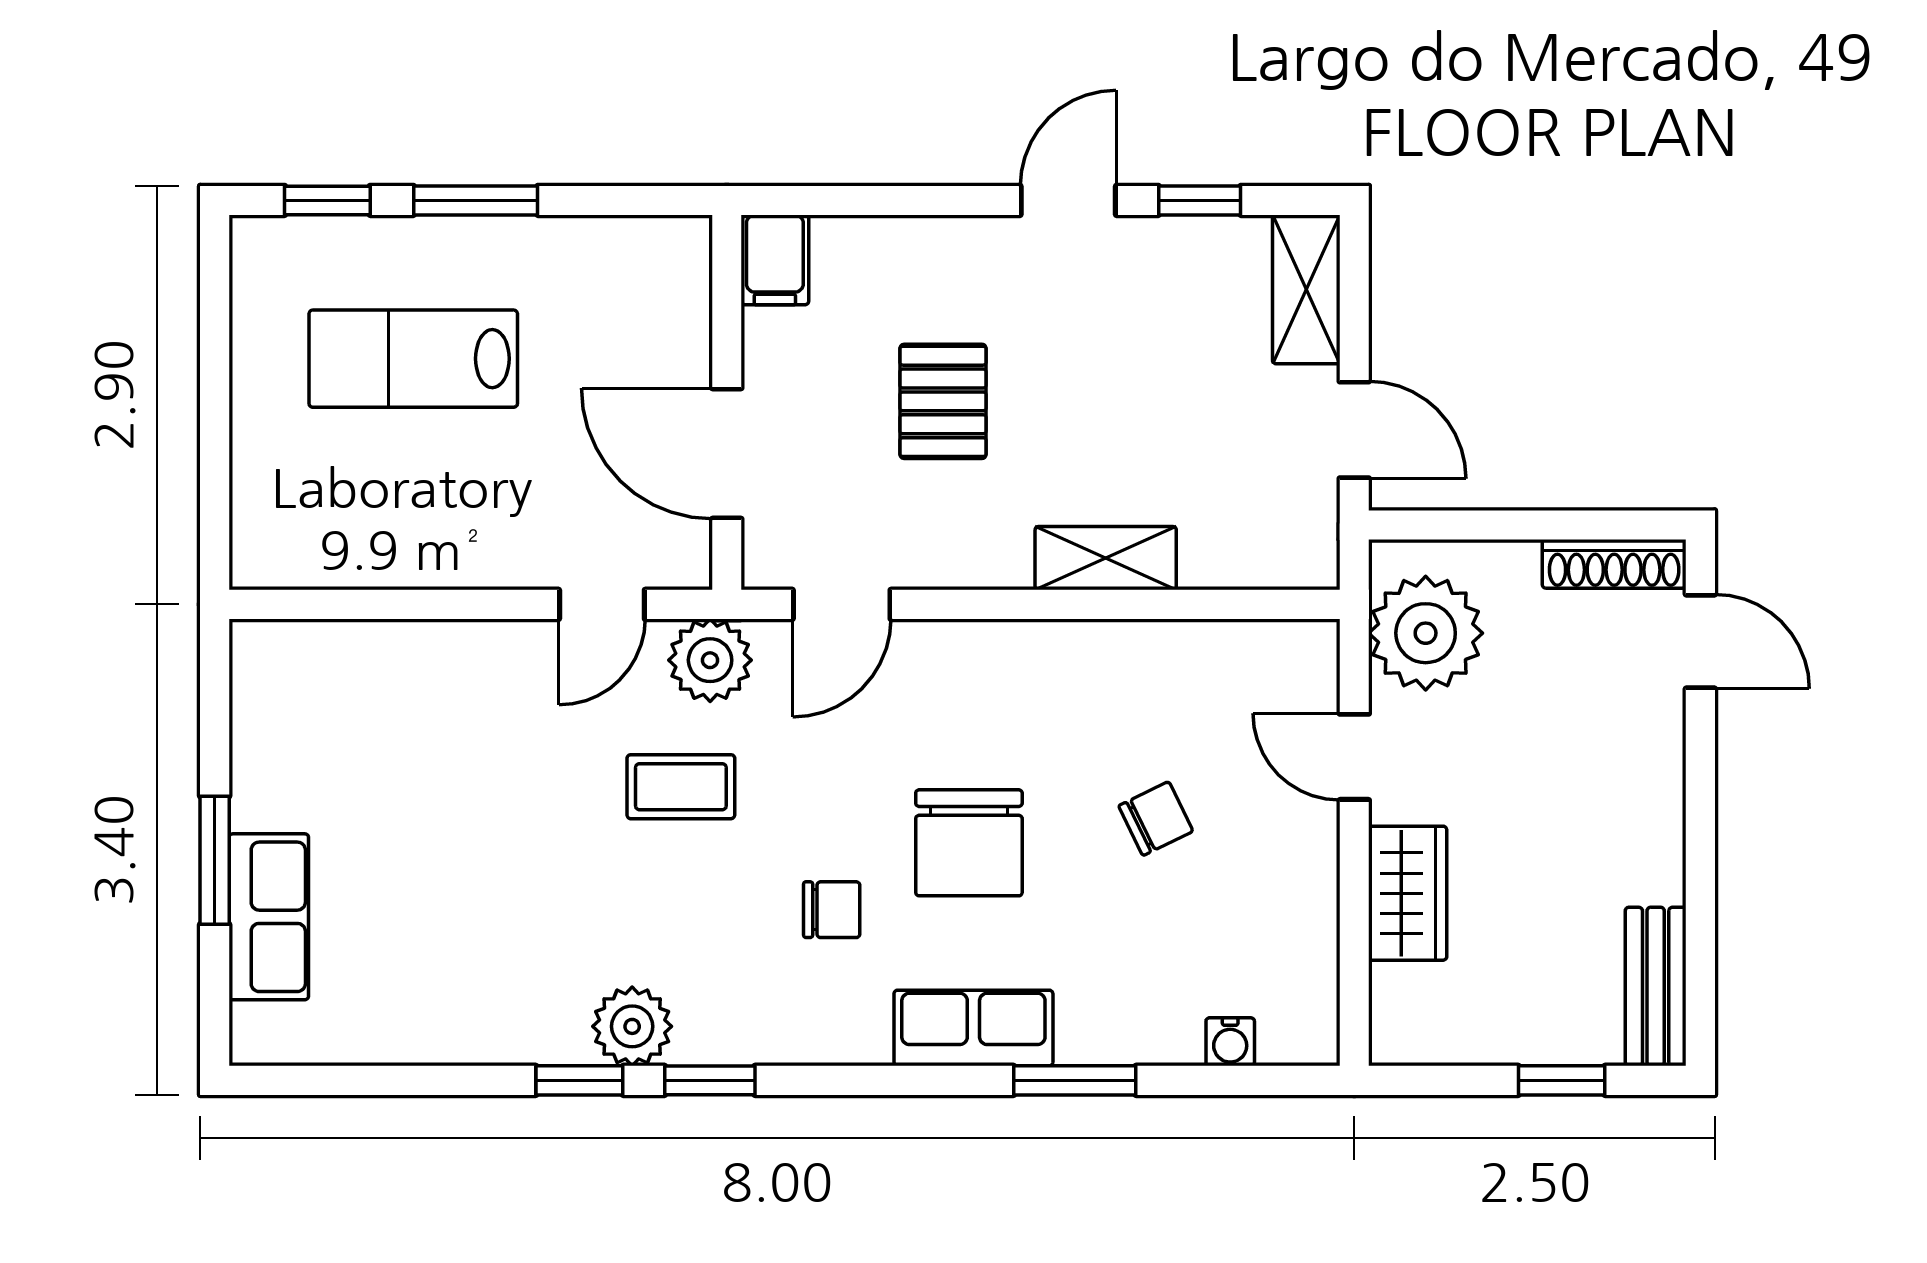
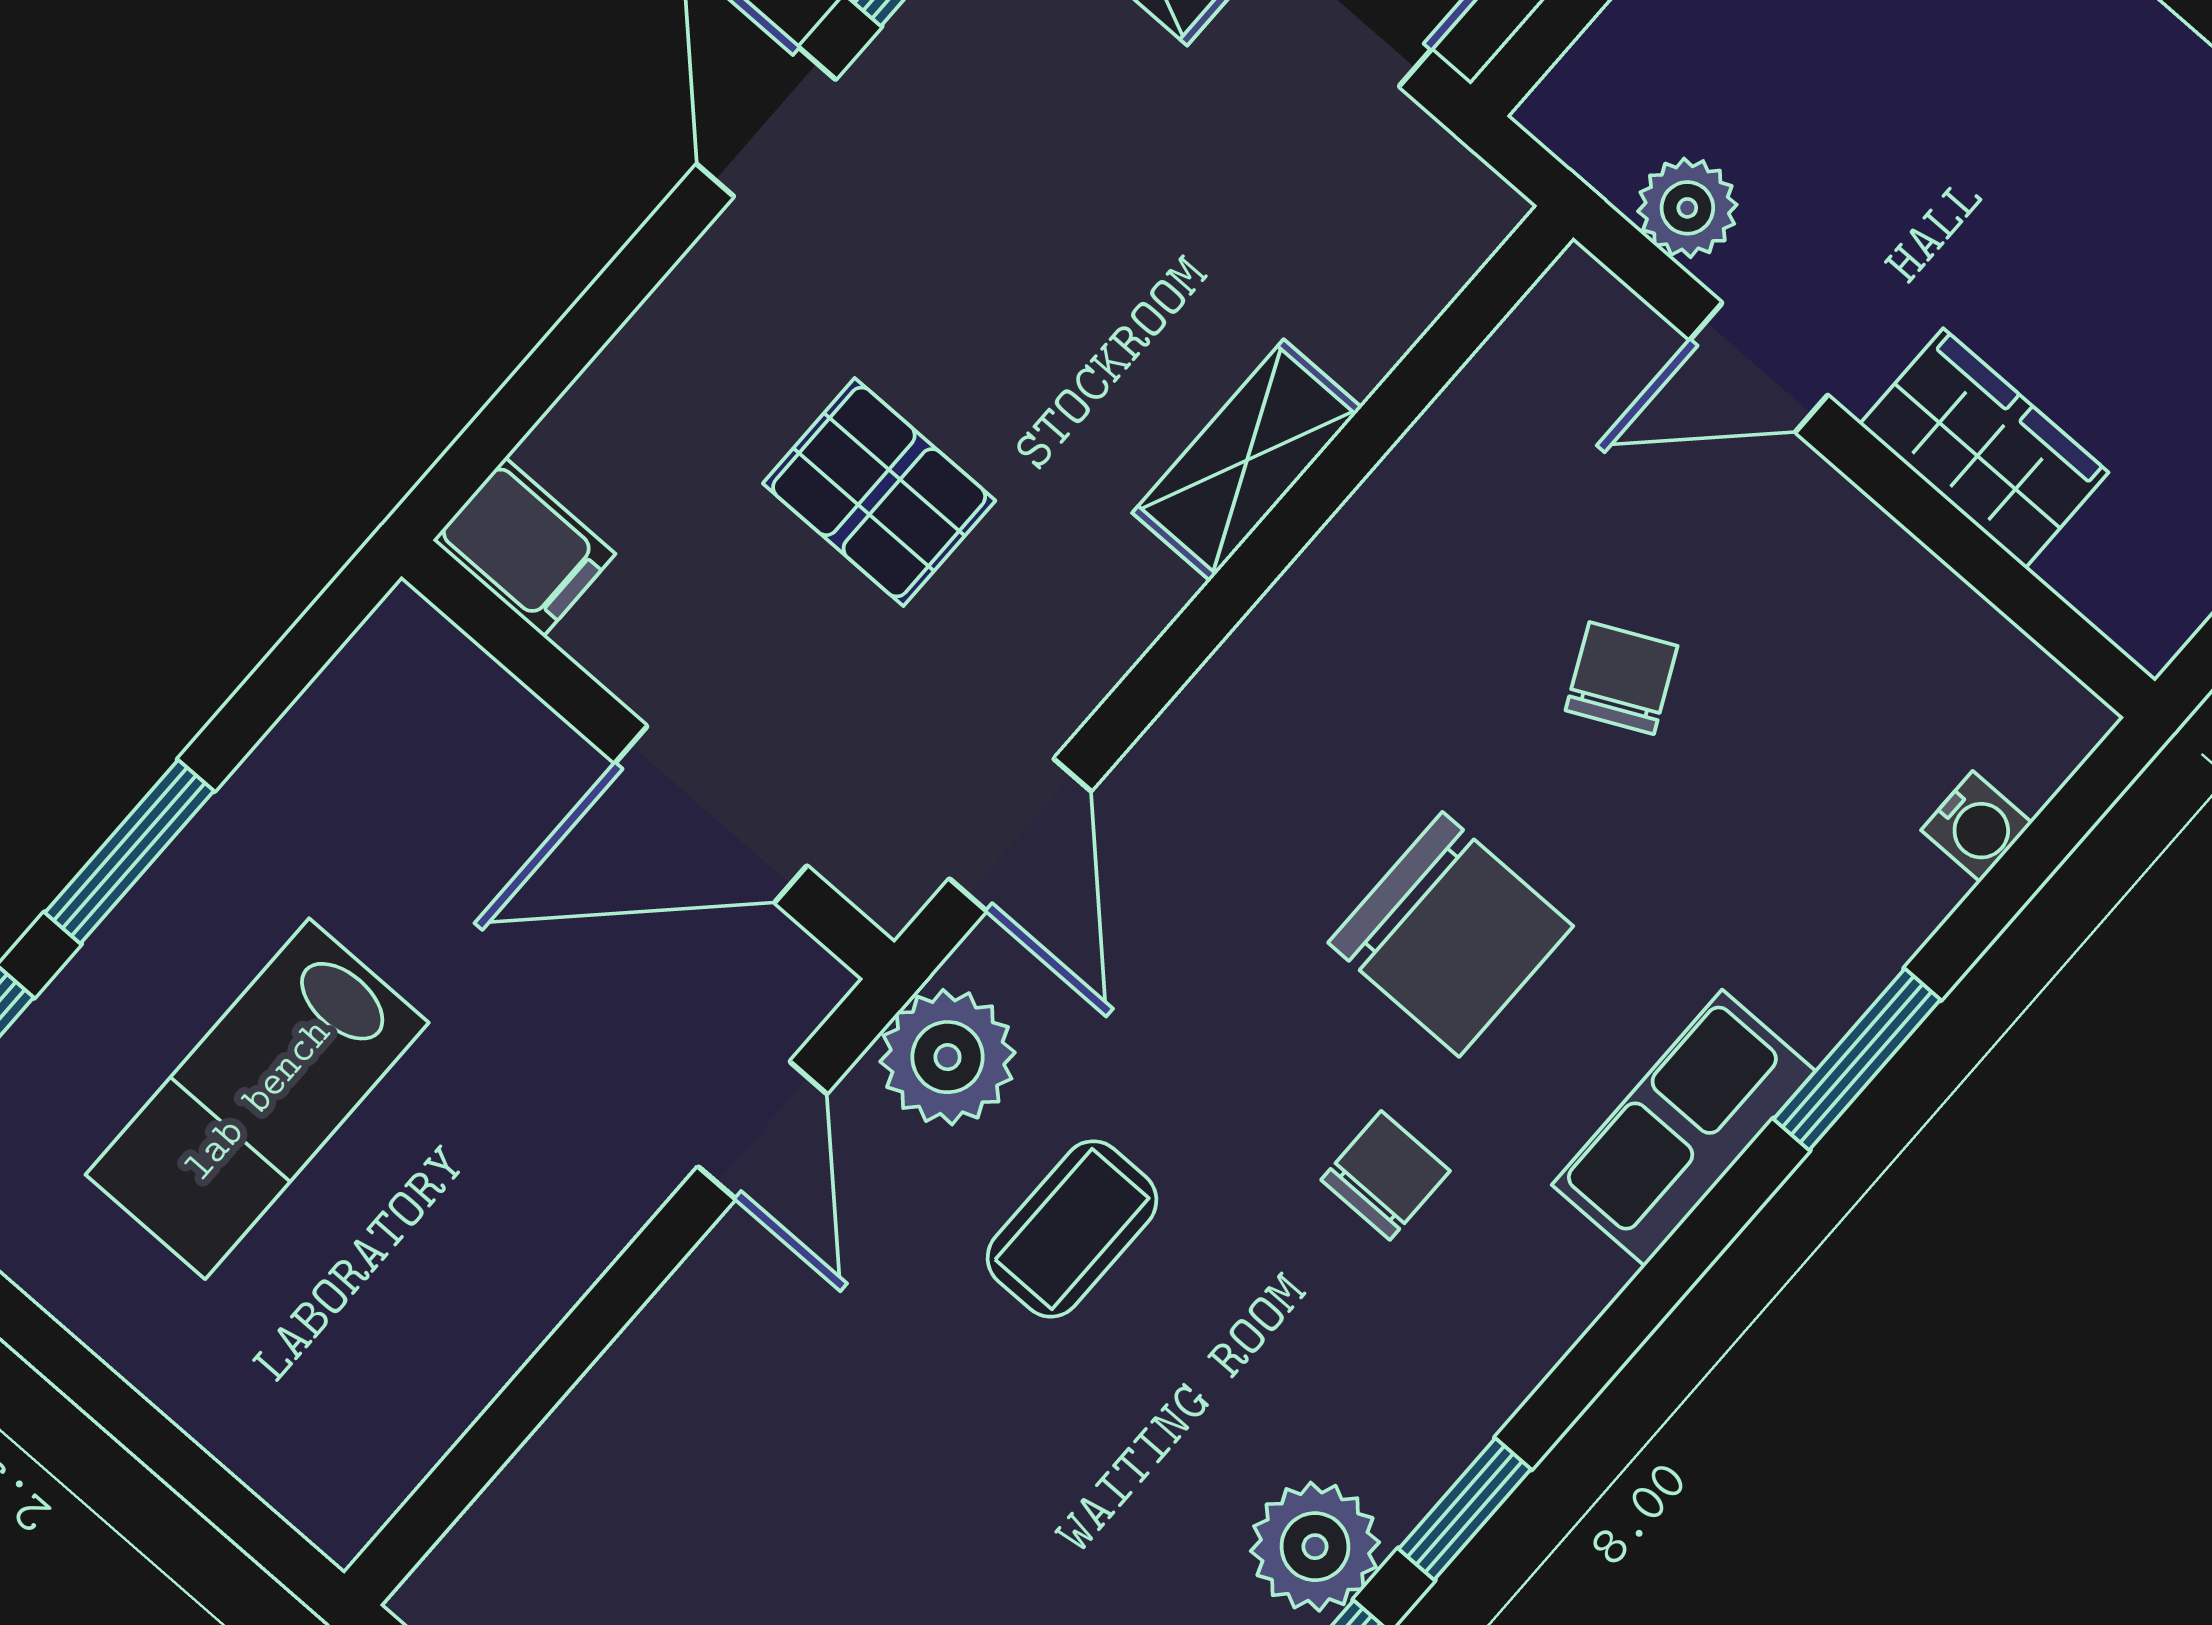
plant: (1426, 633) -> (1687, 208), width x0.53, depth x0.53

